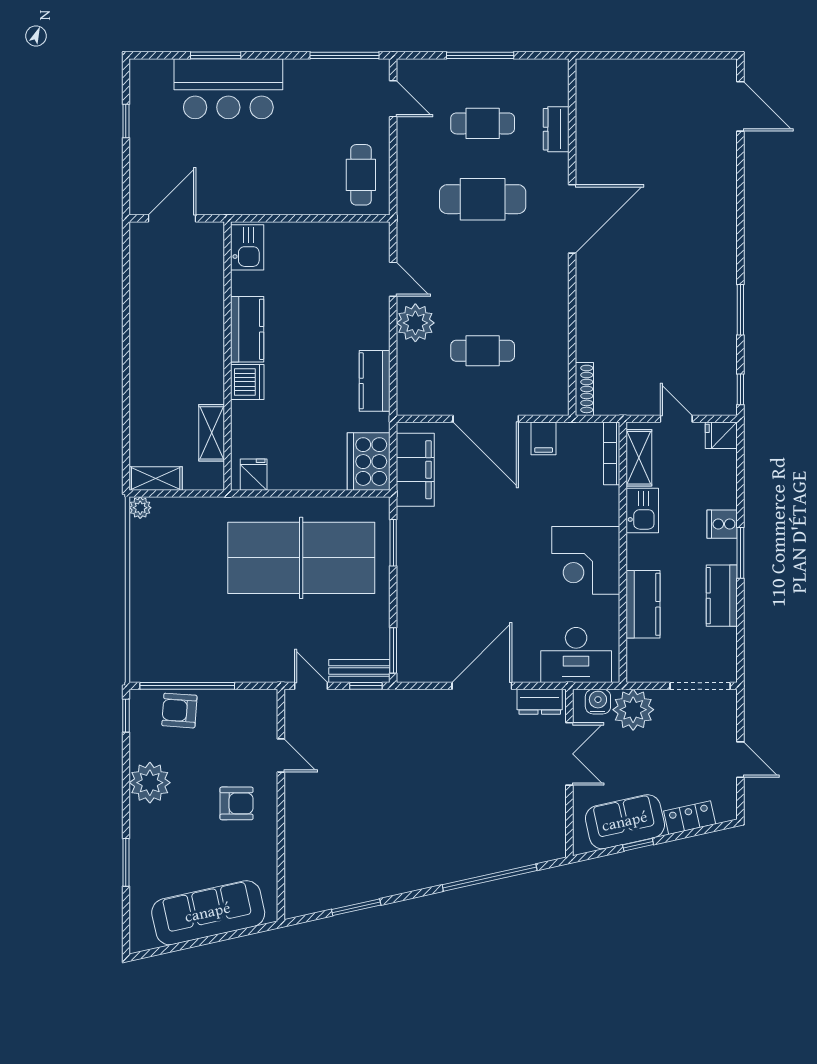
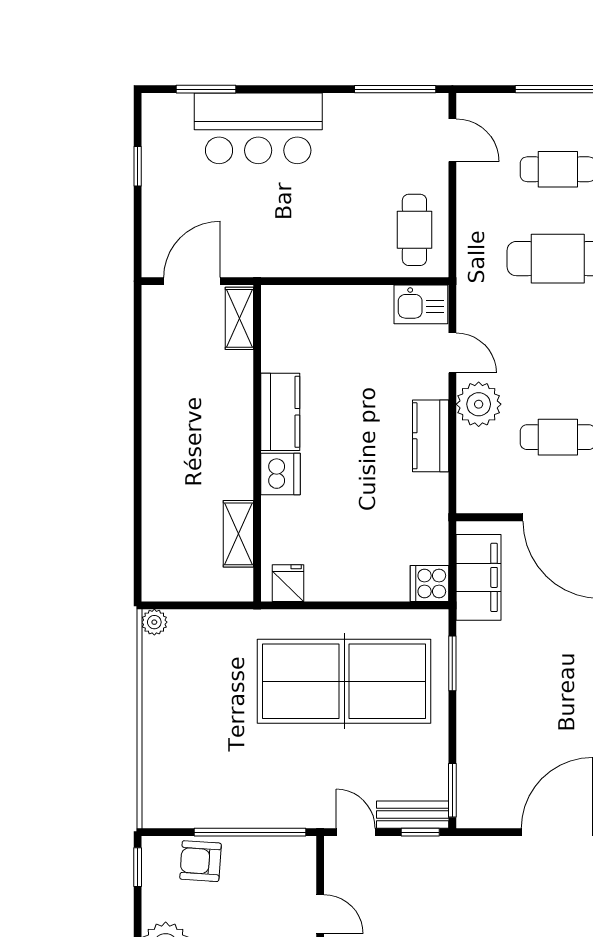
window: (216, 55) -> (206, 89), moved
kitchen sink: (247, 247) -> (421, 304), moved, turned 90
kitchen counter: (375, 381) -> (431, 436), moved
cooker: (369, 462) -> (429, 584), width x0.53, depth x0.76
shelving: (156, 478) -> (239, 318), moved, turned 90
window: (187, 686) -> (250, 832), moved

